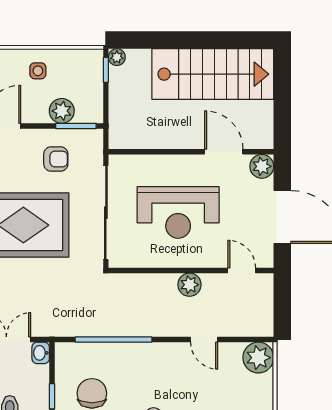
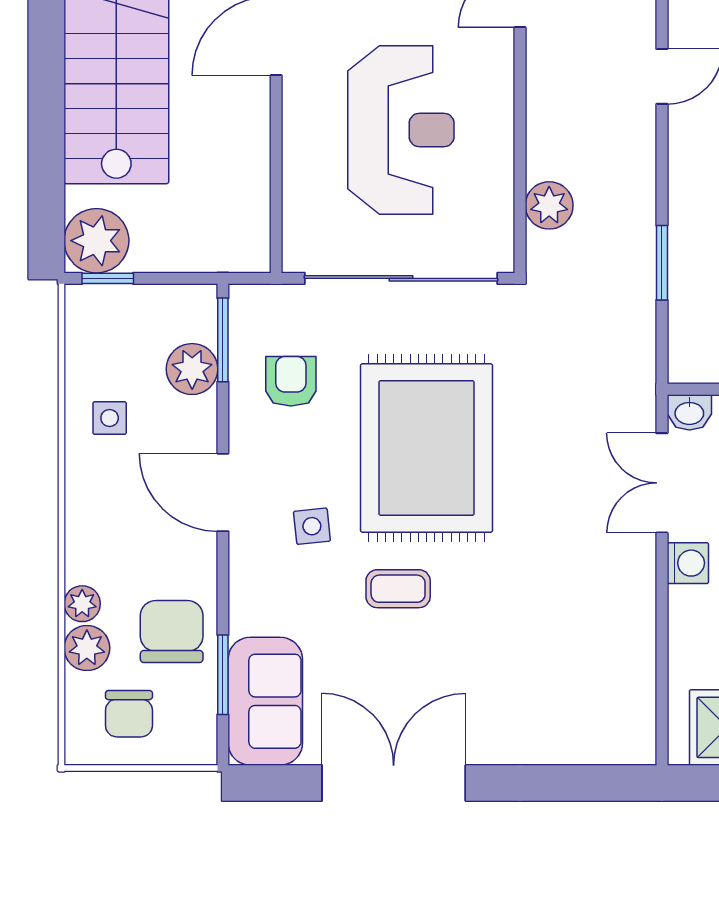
plant: (117, 57) -> (96, 241), width x1.88, depth x1.88
plant: (189, 285) -> (549, 205), moved
window: (113, 340) -> (662, 263), width x0.47

